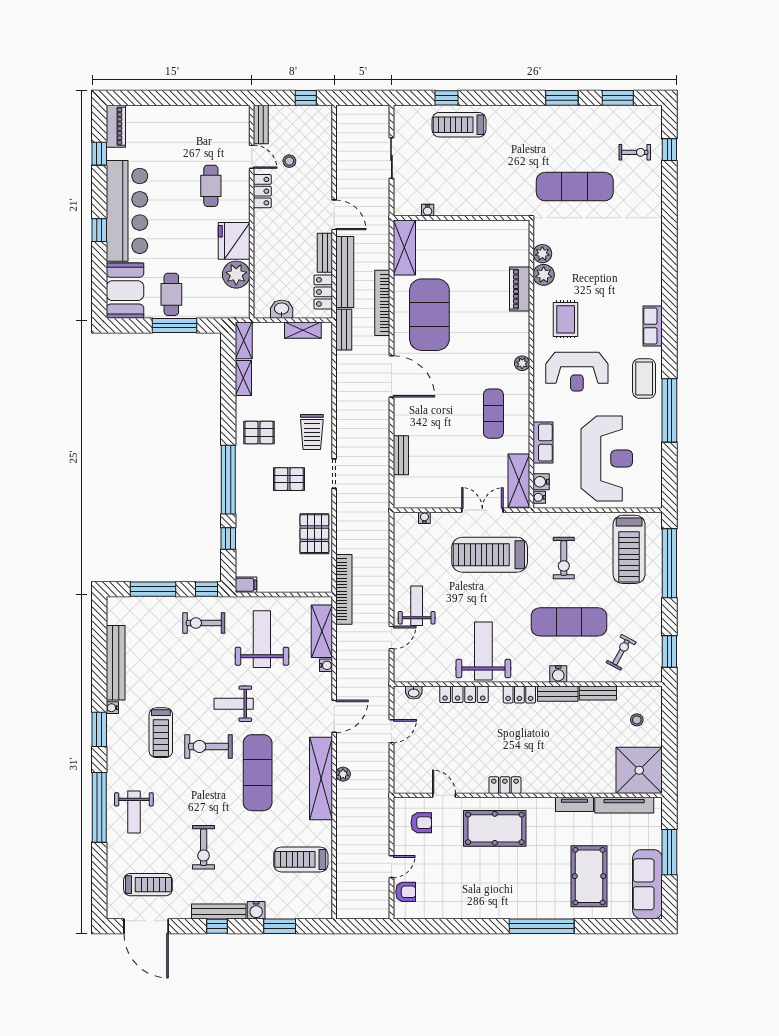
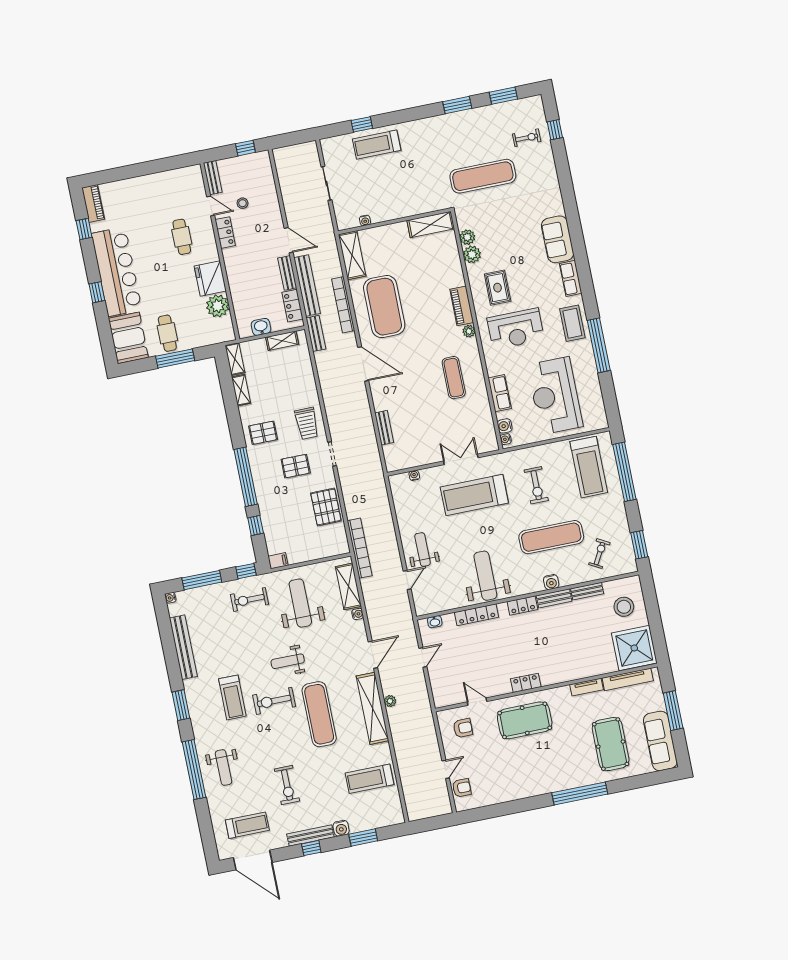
sofa: (647, 278) -> (558, 239), added
piano: (520, 289) -> (462, 306), moved
reception desk: (607, 458) -> (555, 396), turned 180
shelving: (519, 481) -> (431, 225), moved, turned 90
water cooler: (112, 708) -> (170, 598), moved
stool: (637, 720) -> (624, 607), width x1.89, depth x1.89

